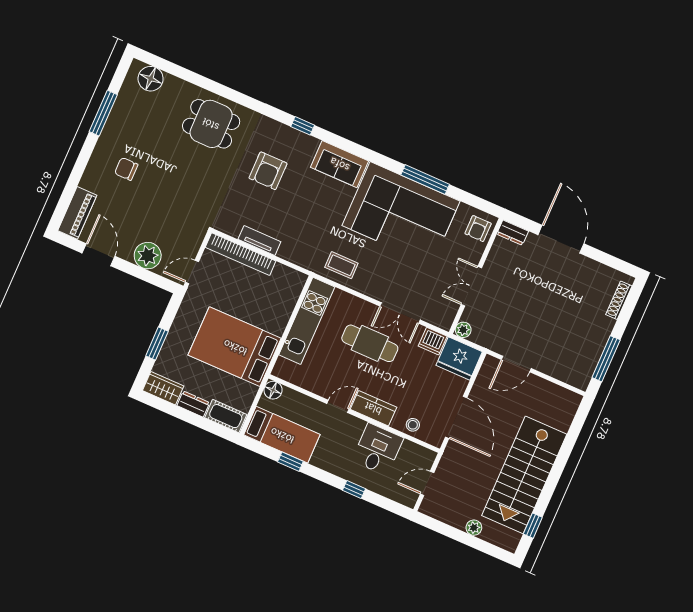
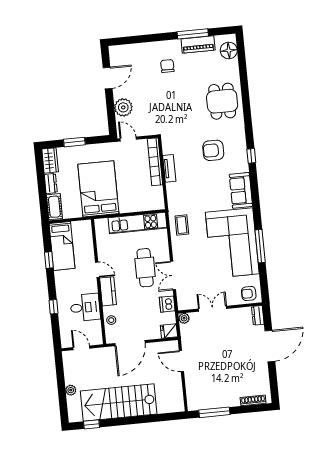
piano: (77, 213) -> (198, 45), moved
fridge: (459, 359) -> (169, 331), width x0.53, depth x0.75
floor lamp: (273, 390) -> (85, 226), removed

